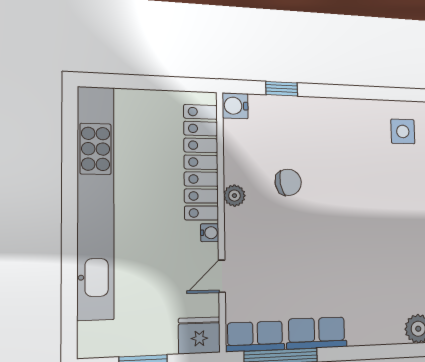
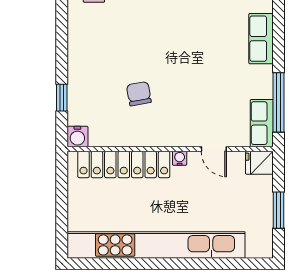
plant: (234, 196) -> (150, 138), removed
row of seats: (317, 333) -> (261, 39), moved
fridge: (199, 335) -> (259, 163), width x0.72

